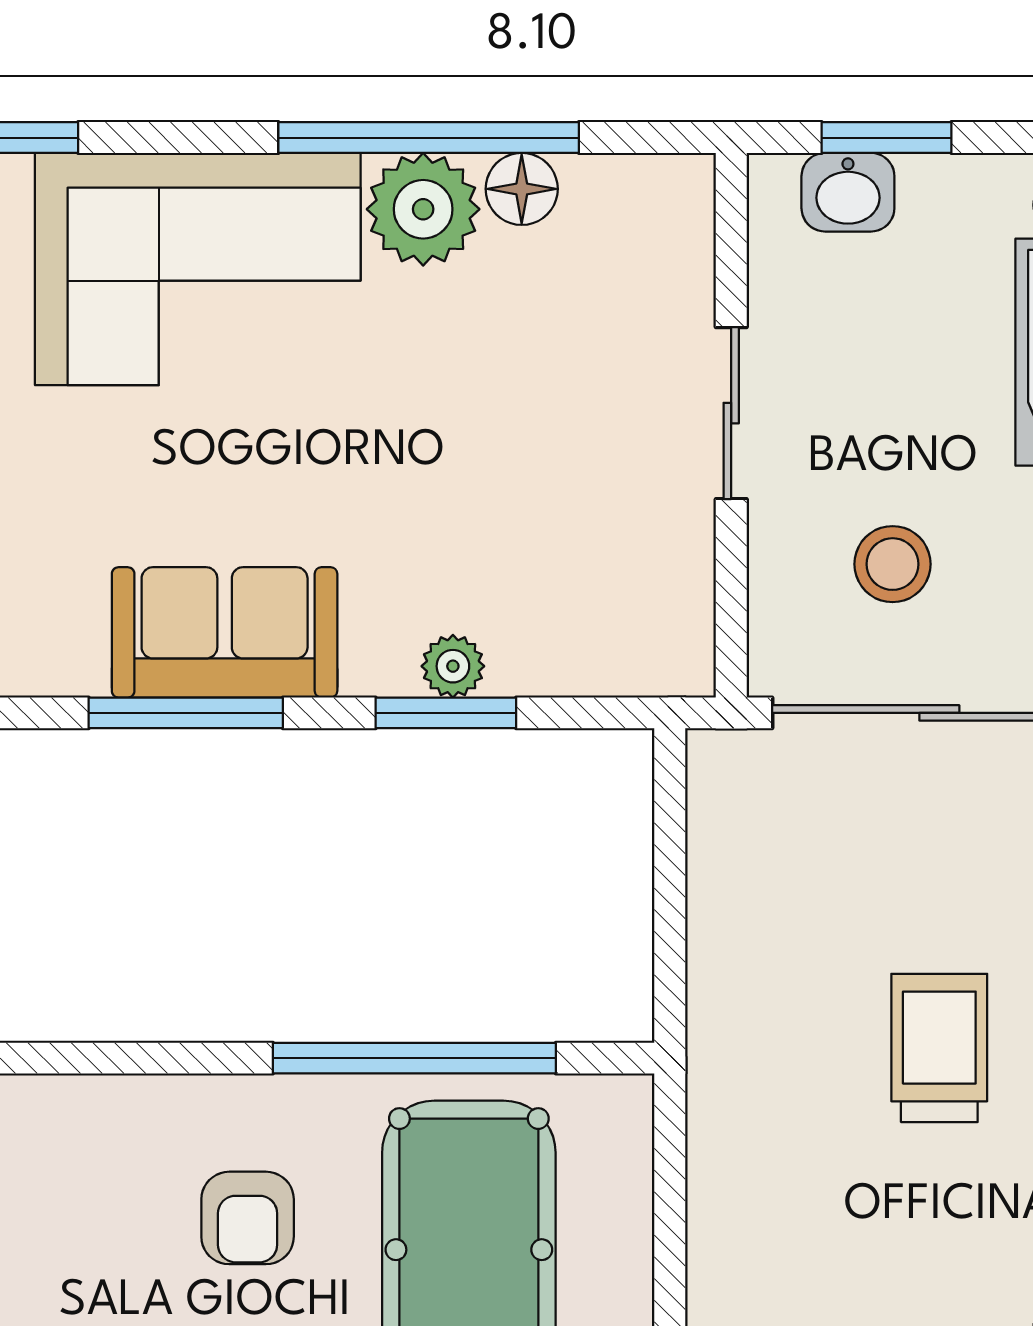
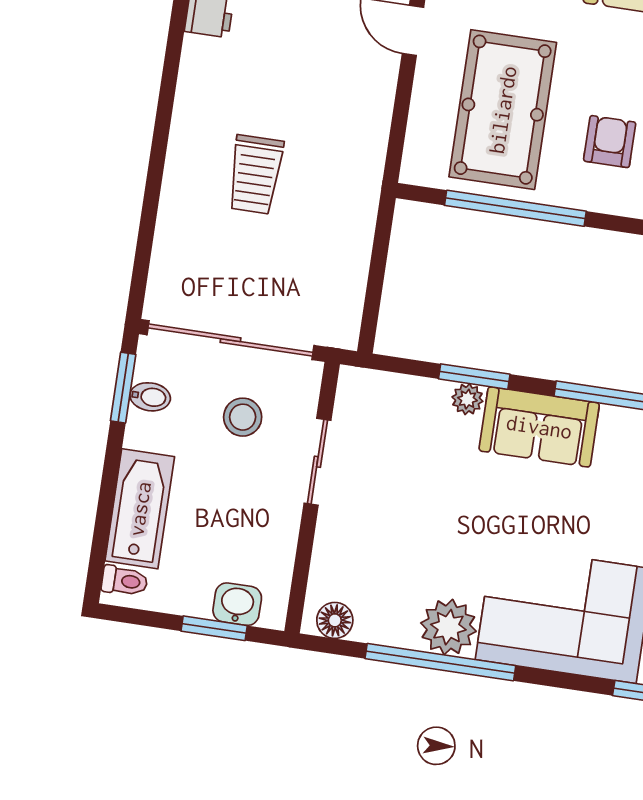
floor lamp: (522, 189) -> (335, 620), moved
sliding door: (731, 413) -> (317, 462), moved
sofa: (225, 632) -> (539, 427), moved

